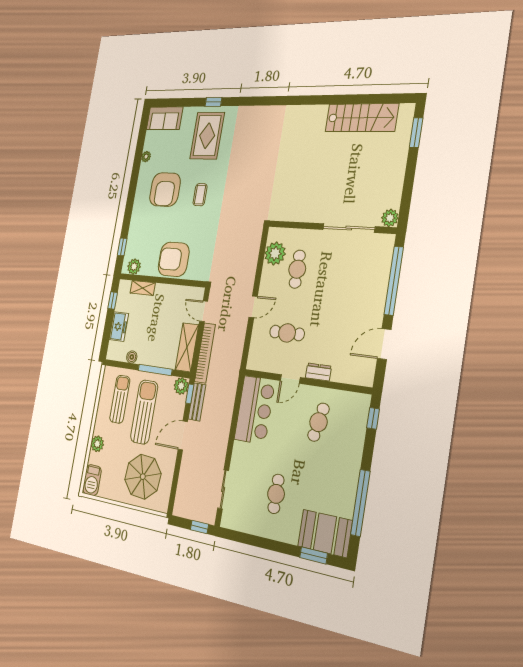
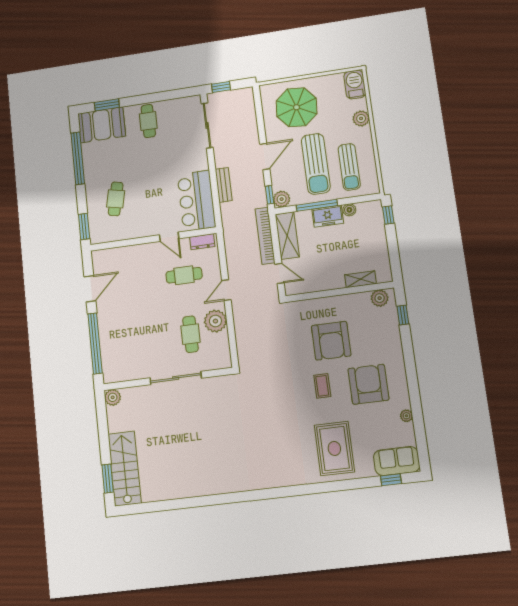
window: (213, 102) -> (391, 480), moved
stairs: (361, 118) -> (125, 468), moved, turned 90
sliding door: (349, 228) -> (176, 378), moved
plant: (275, 253) -> (215, 321), moved
armchair: (174, 259) -> (331, 341), moved, turned 90
window: (113, 301) -> (388, 215), moved
freezer: (119, 327) -> (328, 216), moved, turned -90
dresser: (318, 372) -> (202, 242), moved
door: (290, 379) -> (169, 237), swing flipped
bench: (197, 402) -> (224, 185), moved
window: (373, 418) -> (84, 226), width x1.50
cafe table: (318, 422) -> (116, 199), moved
sliding door: (223, 489) -> (207, 125), width x1.37
cafe table: (276, 494) -> (148, 121), moved

